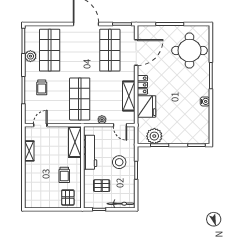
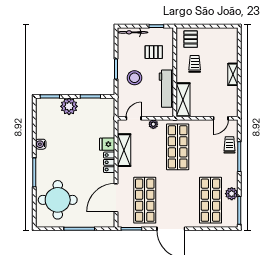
trolley: (42, 87) -> (229, 145), moved
fridge: (147, 106) -> (107, 144), width x0.53, depth x0.75
door: (120, 125) -> (134, 118), hinge flipped
plant: (154, 136) -> (69, 106), moved
shelving: (29, 151) -> (233, 74), moved

